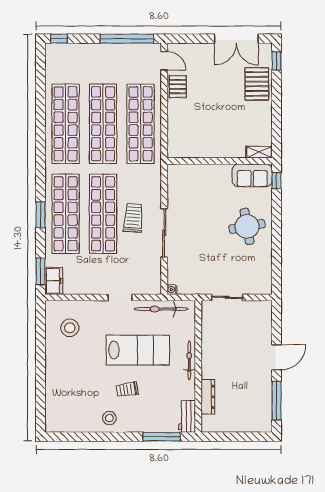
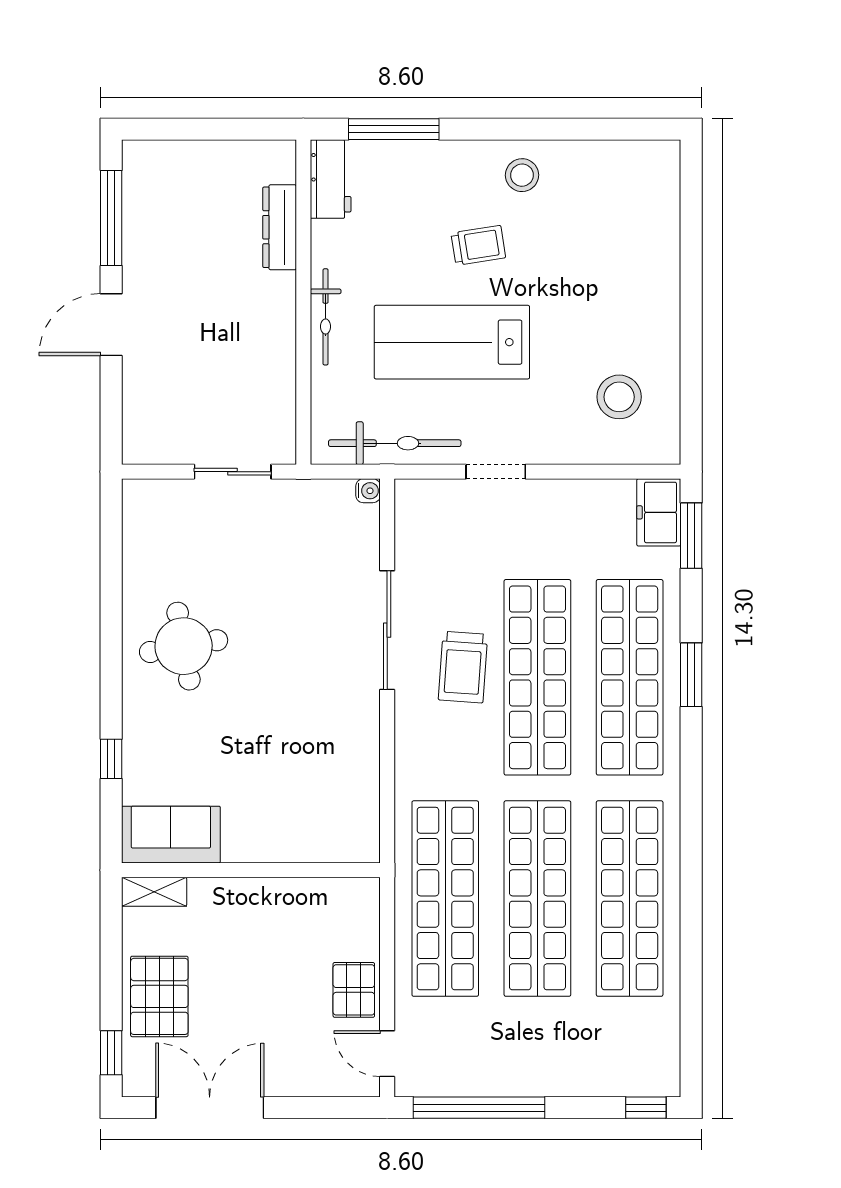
shelving: (259, 152) -> (154, 892), moved
wall: (220, 161) -> (251, 870), moved
sofa: (252, 175) -> (171, 835), moved

